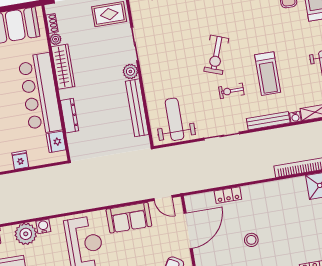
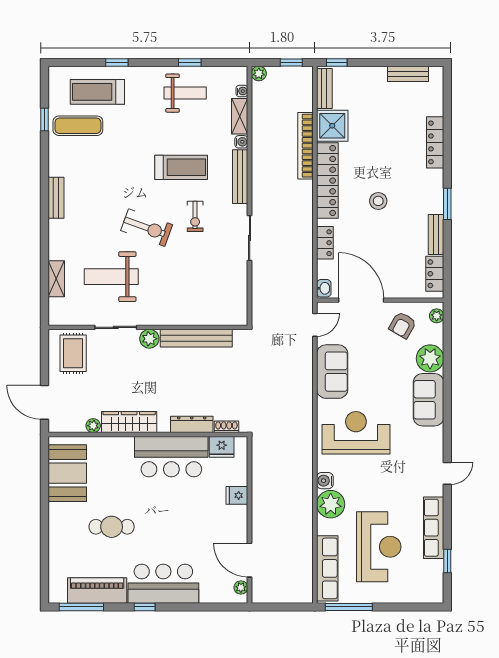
shoe rack: (52, 23) -> (226, 427), moved
bar counter: (40, 94) -> (171, 457), width x0.73
weight bench: (174, 119) -> (111, 277), moved
locker: (277, 189) -> (327, 181), added
washbasin: (192, 200) -> (324, 288), added
stool: (251, 240) -> (378, 201), moved

